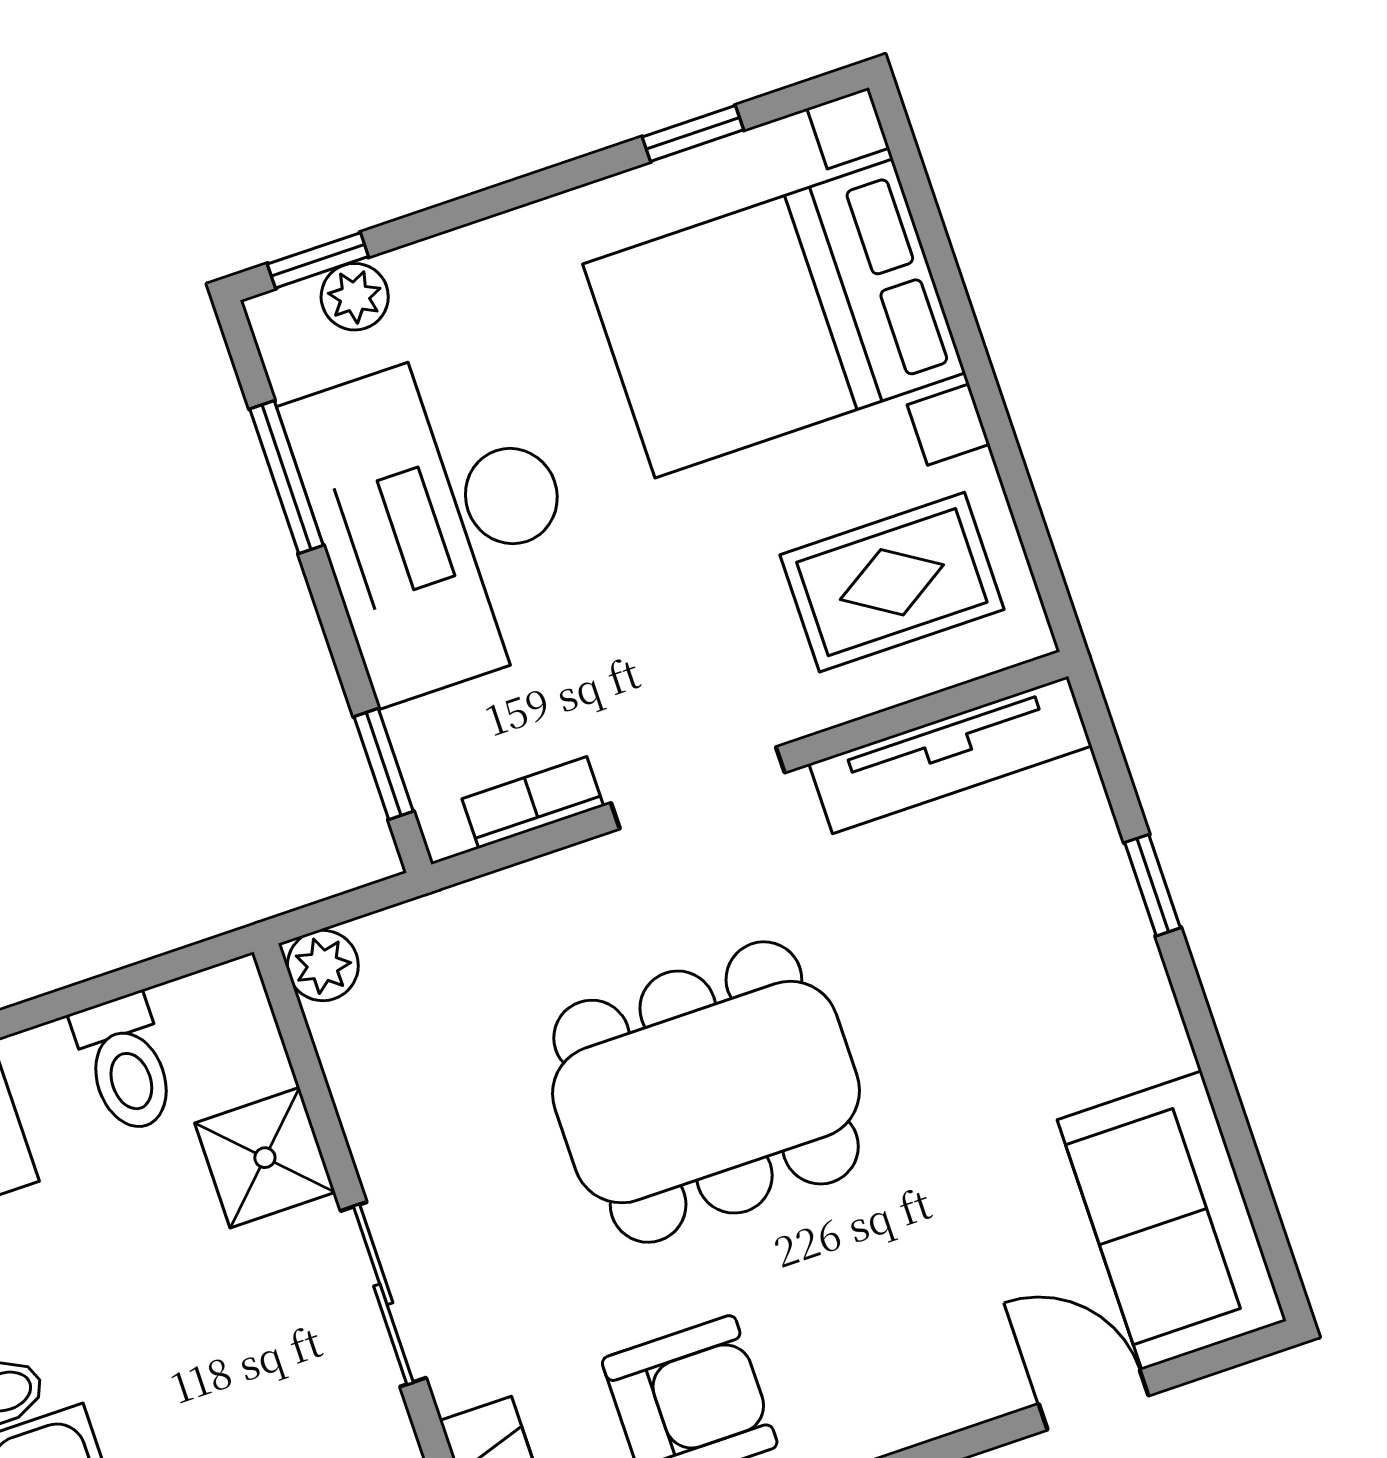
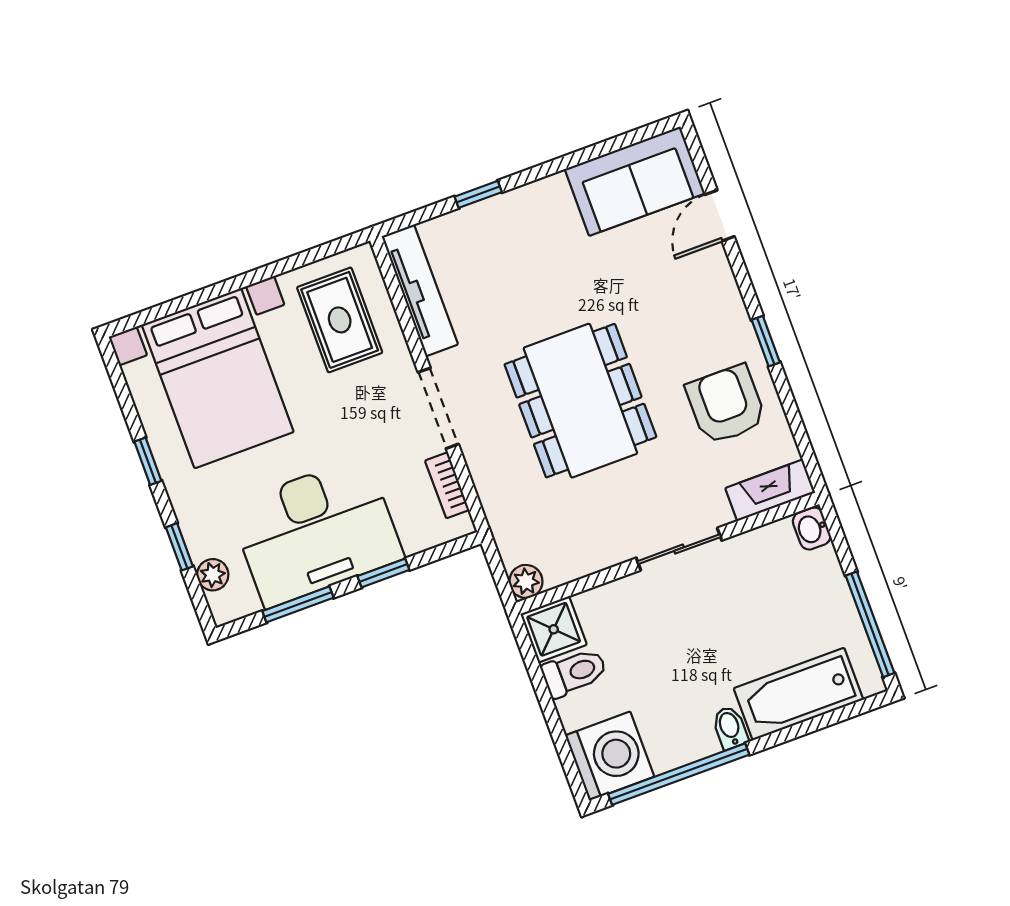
window: (693, 133) -> (148, 461), moved
window: (318, 260) -> (179, 547), moved
window: (384, 764) -> (383, 573), moved
shower: (265, 1158) -> (554, 629), moved

